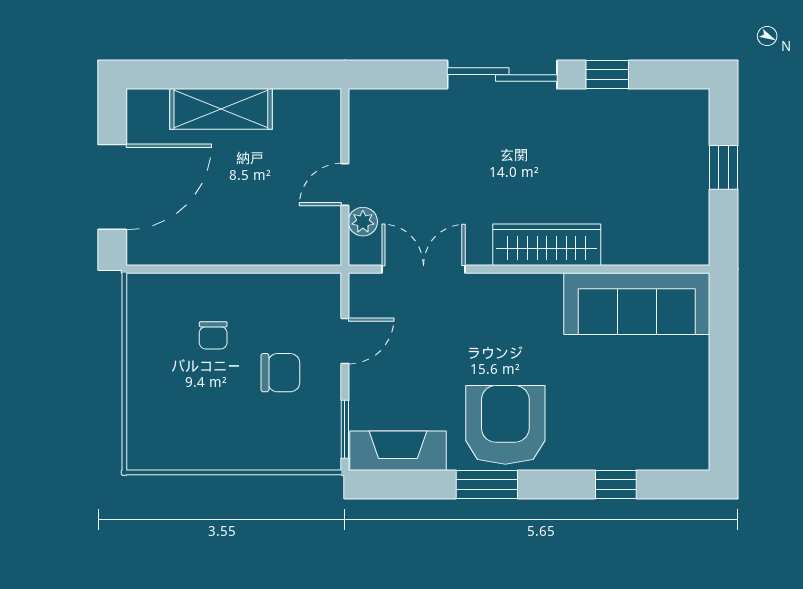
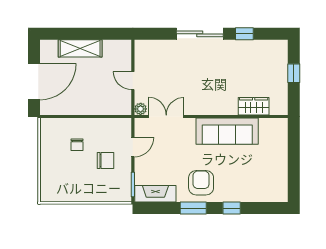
door: (345, 184) -> (133, 81), hinge flipped
plant: (363, 222) -> (141, 109), moved
wardrobe: (547, 245) -> (254, 106), moved, width x0.67
sofa: (637, 304) -> (227, 131), moved
armchair: (505, 425) -> (201, 183), width x0.73, depth x0.73
window: (616, 484) -> (232, 208), moved

